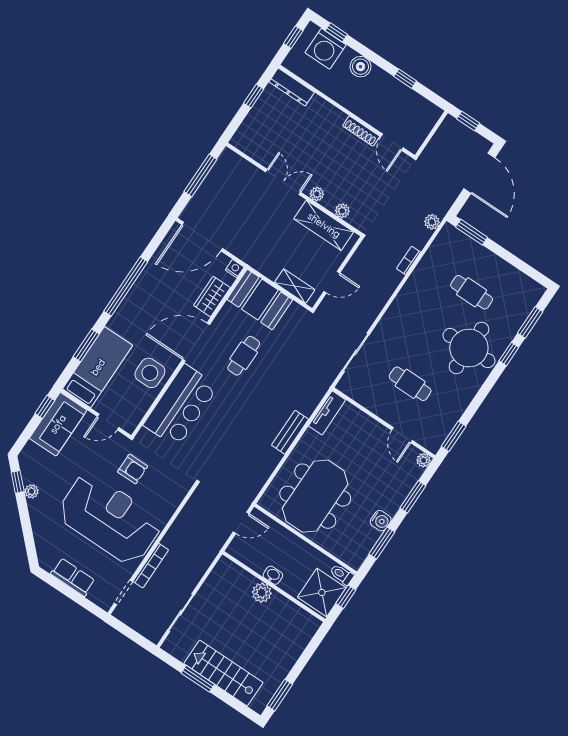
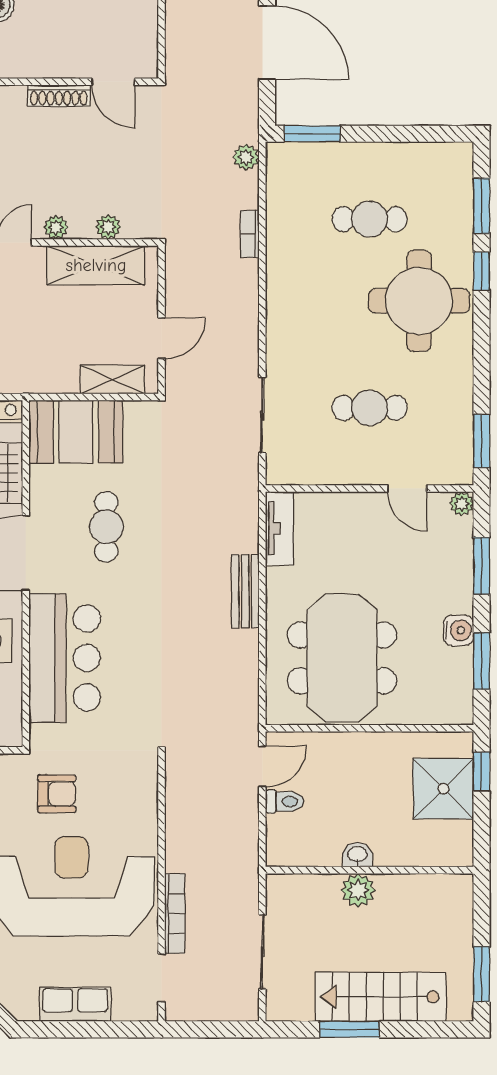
washbasin: (273, 575) -> (357, 855), moved
toilet: (342, 575) -> (285, 801), moved, turned 180
wall: (274, 587) -> (370, 870), moved
plant: (262, 593) -> (358, 890), moved

